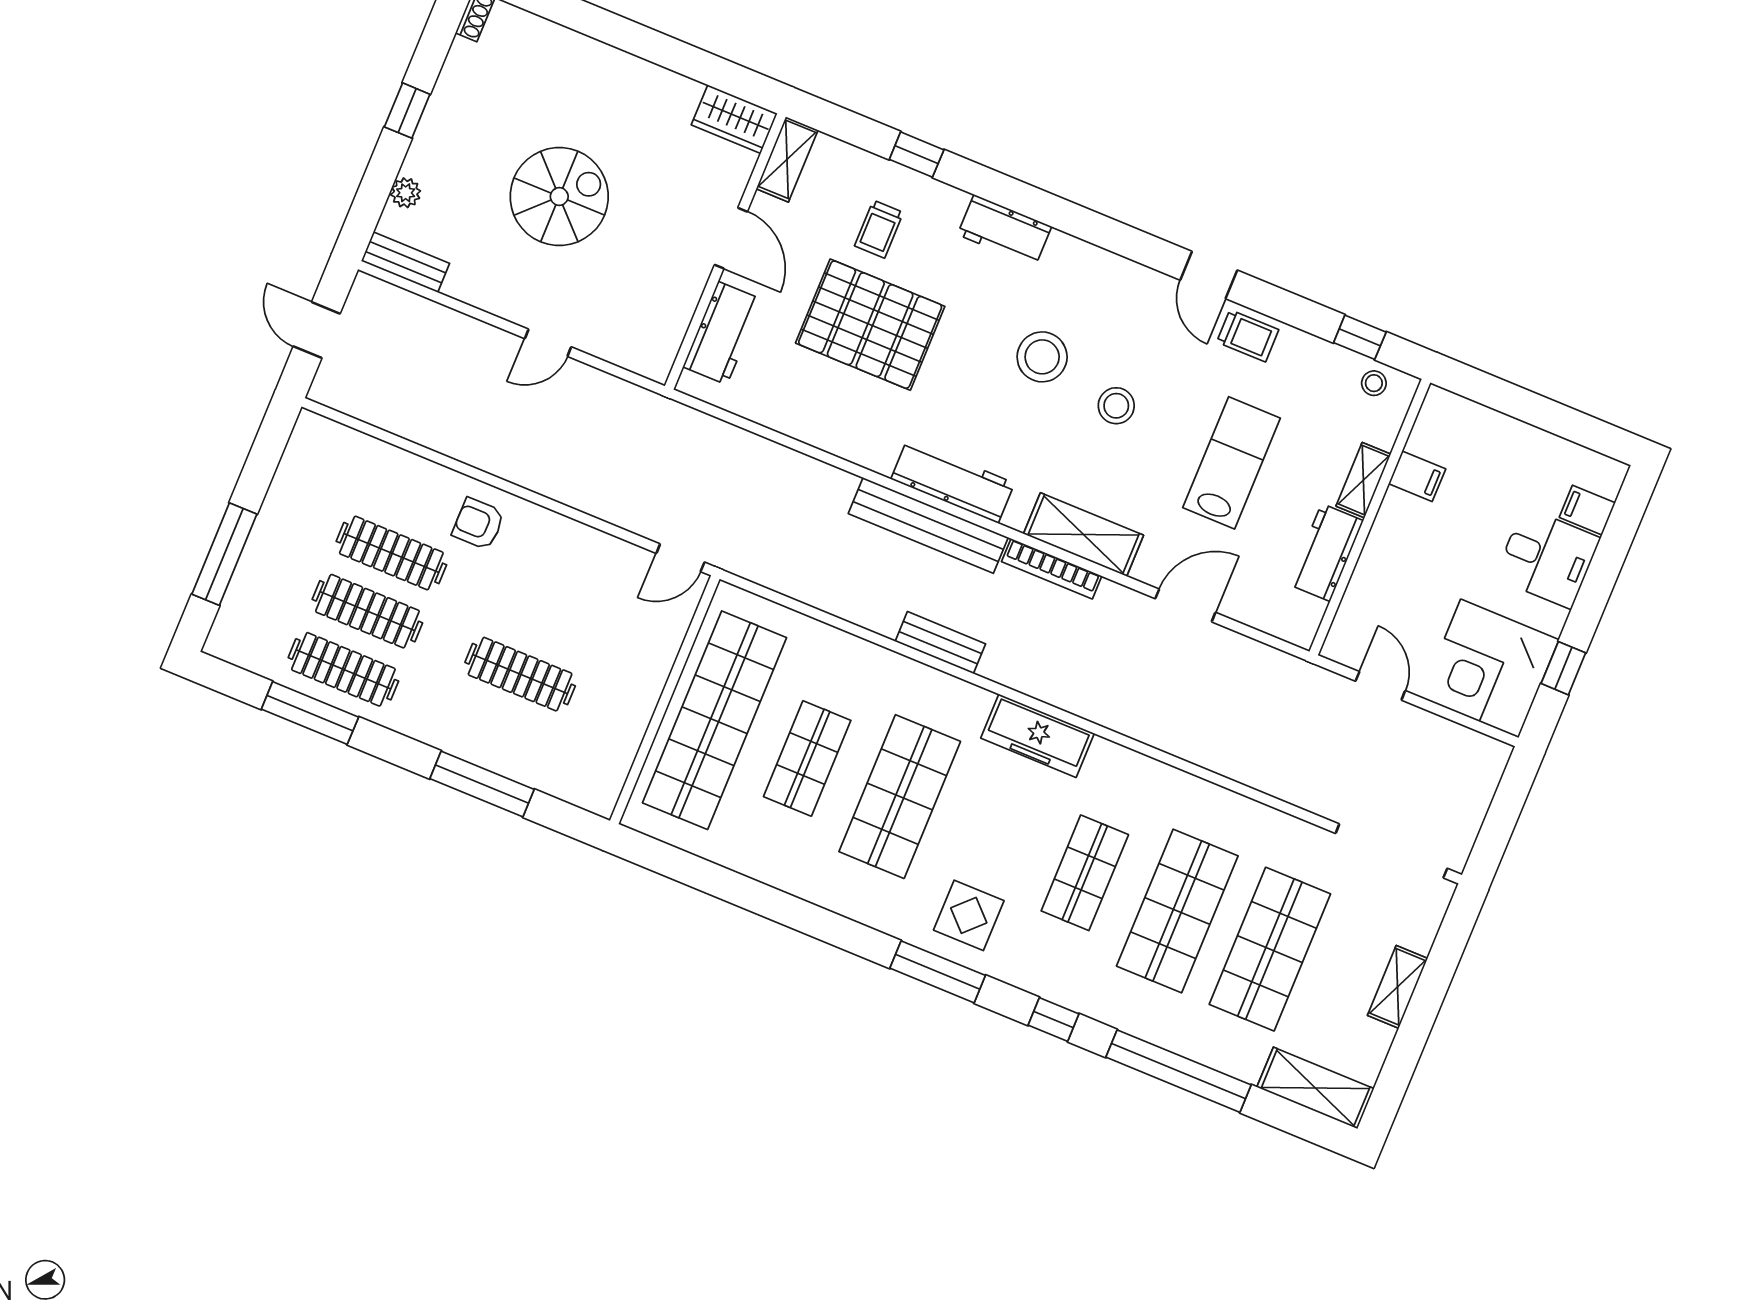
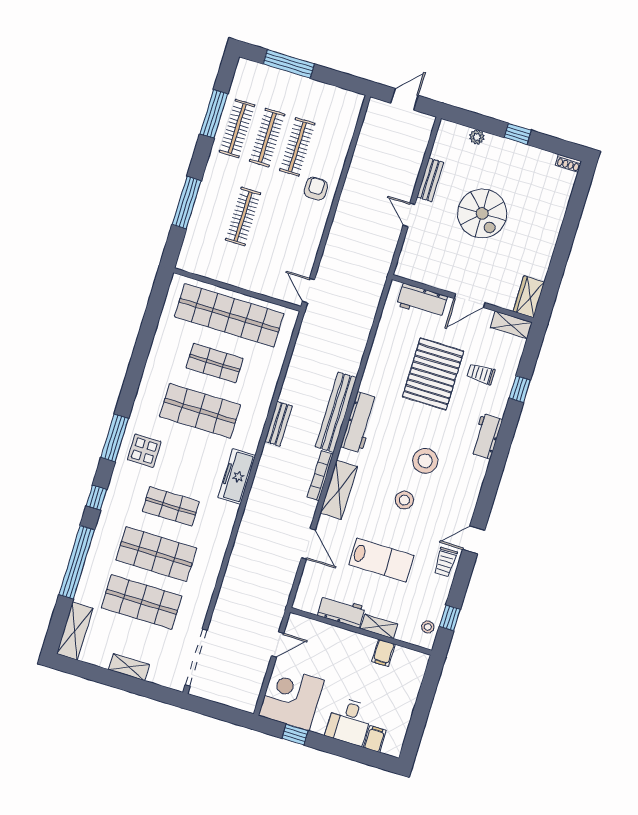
bench: (405, 262) -> (430, 180), moved

